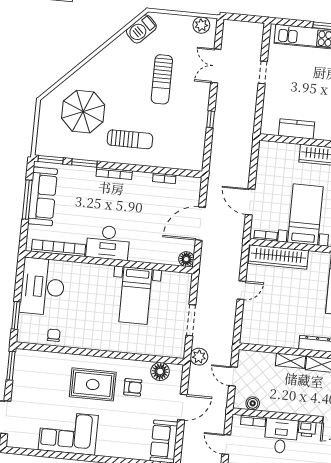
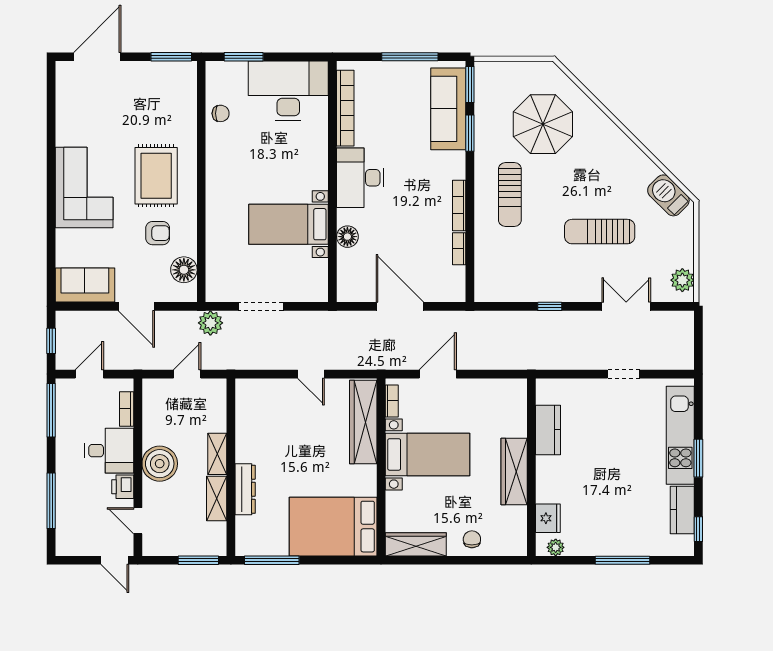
bookcase: (114, 173) -> (459, 205), moved
sofa: (43, 196) -> (448, 109), moved, turned 90
floor lamp: (186, 259) -> (347, 237), moved
armchair: (133, 387) -> (158, 233), turned -90
boiler: (253, 403) -> (160, 464), moved, width x1.86, depth x1.86
corner sofa: (68, 433) -> (84, 188), moved

